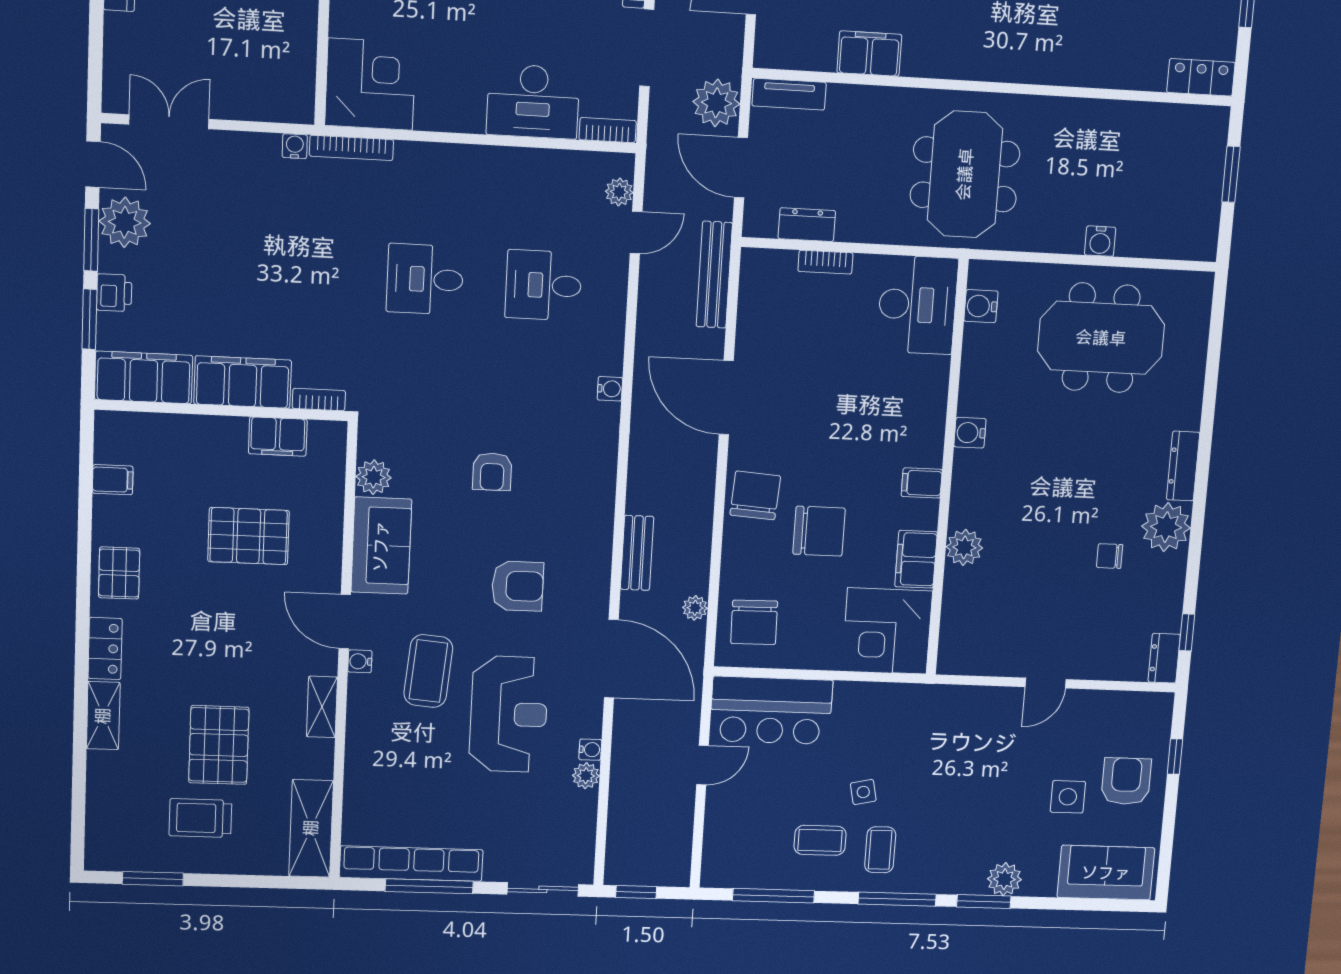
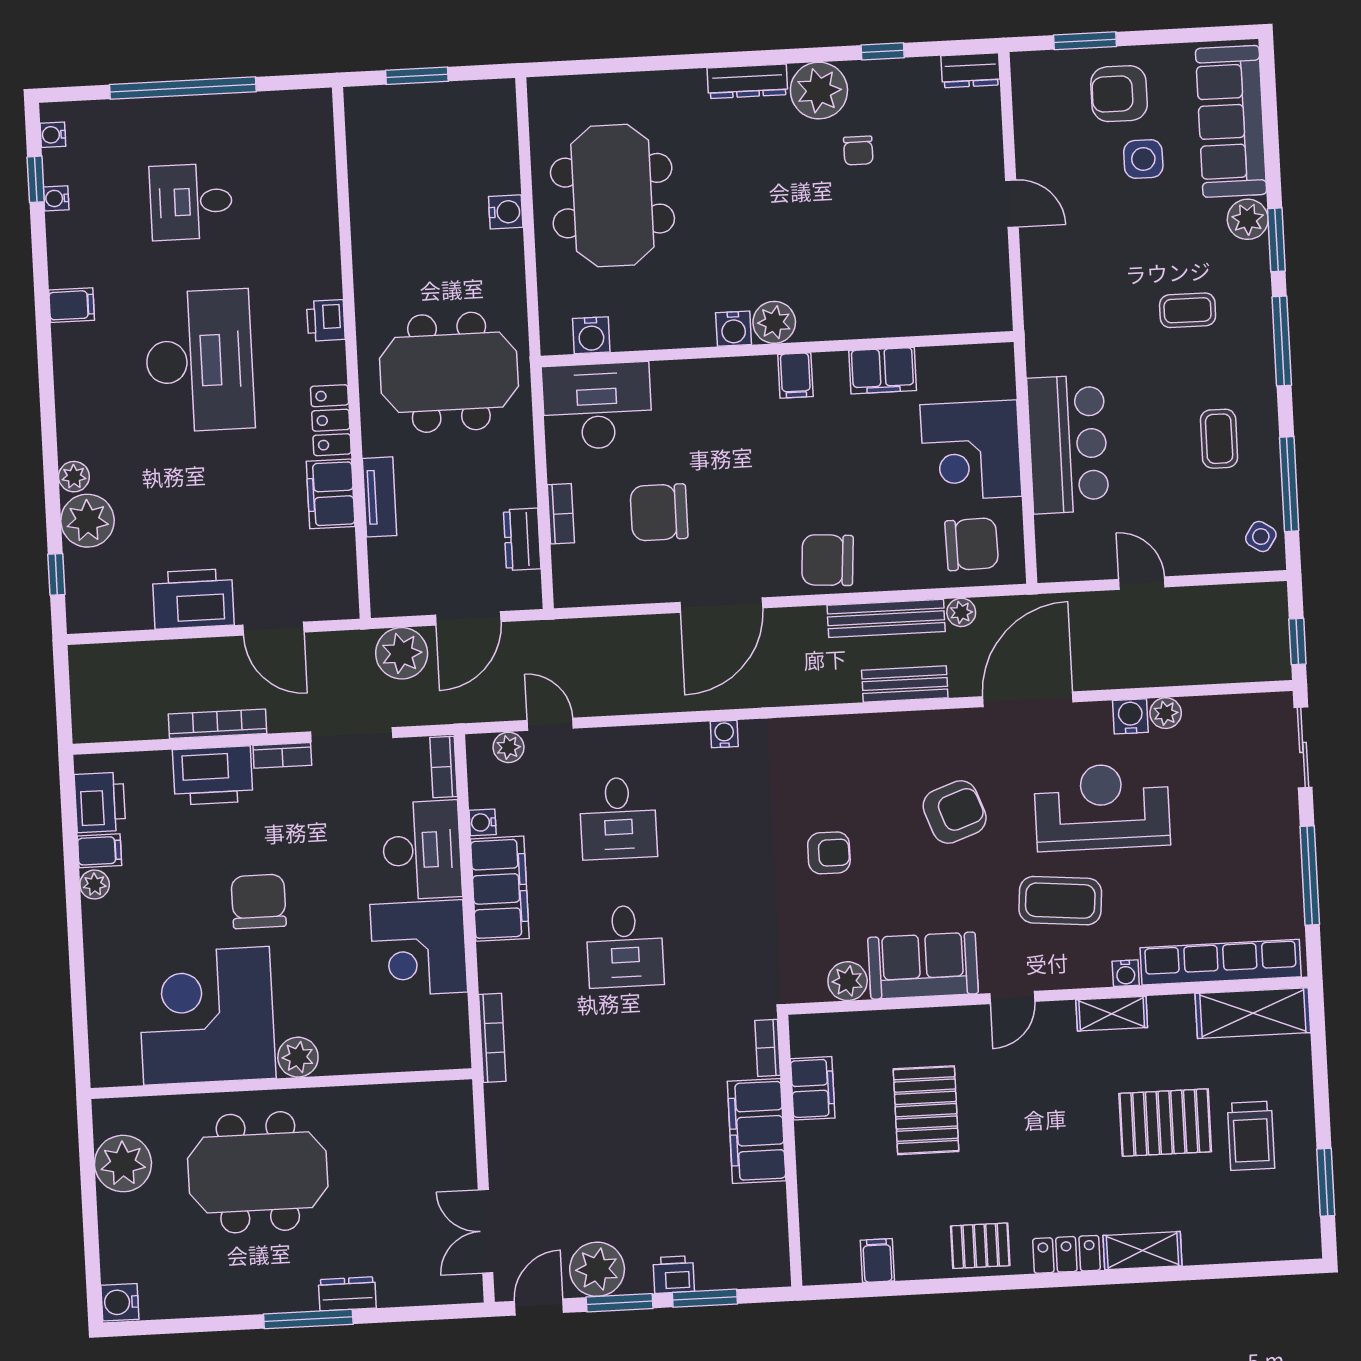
printer: (1026, 67) -> (326, 320), added
locker: (1201, 77) -> (331, 420), moved
corner desk: (370, 84) -> (419, 948), moved, turned -90
tv unit: (789, 94) -> (380, 497), moved
water cooler: (295, 146) -> (483, 822), moved
bench: (714, 275) -> (886, 618), moved
filing cabinet: (144, 377) -> (500, 889), moved, turned 180
chair: (819, 531) -> (659, 512), moved, turned -90
plant: (964, 547) -> (774, 322), moved
armchair: (518, 586) -> (955, 812), turned 70
door: (345, 622) -> (1012, 998), width x0.73
corner desk: (887, 631) -> (971, 450), moved, turned 90
window: (1187, 632) -> (883, 51), moved
water cooler: (360, 661) -> (1126, 973), moved
bar counter: (771, 710) -> (1068, 444), moved
water cooler: (590, 750) -> (1130, 716), width x1.38, depth x1.38
window: (1175, 757) -> (1085, 41), width x1.50
side table: (863, 792) -> (1261, 537), moved, turned 45
coffee table: (880, 850) -> (1188, 310), moved
row of seats: (411, 864) -> (1221, 962), moved, turned 90
sofa: (1106, 873) -> (1231, 121), width x1.36

